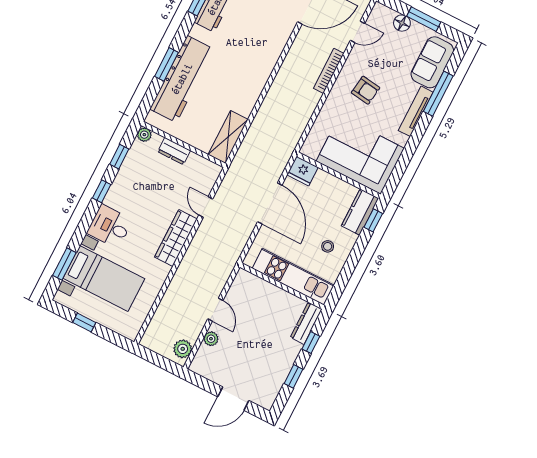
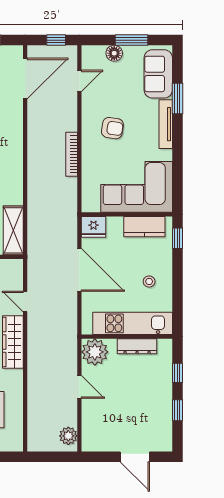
bookcase: (329, 71) -> (72, 154), moved
window: (438, 94) -> (177, 99), width x0.69
kitchen counter: (360, 212) -> (144, 227), moved, turned -90
dresser: (306, 323) -> (137, 346), moved, turned -90
plant: (211, 339) -> (95, 352), moved, width x1.88, depth x1.88
door: (233, 399) -> (135, 457), hinge flipped

